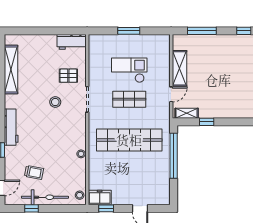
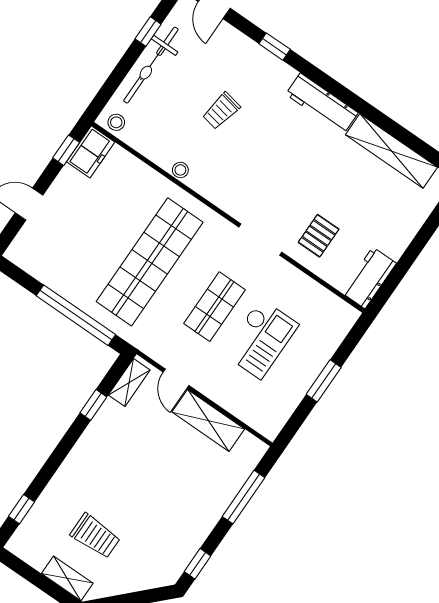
stool: (55, 102) -> (291, 186), removed
workbench: (11, 127) -> (322, 104), moved
trolley: (34, 172) -> (221, 111), moved

